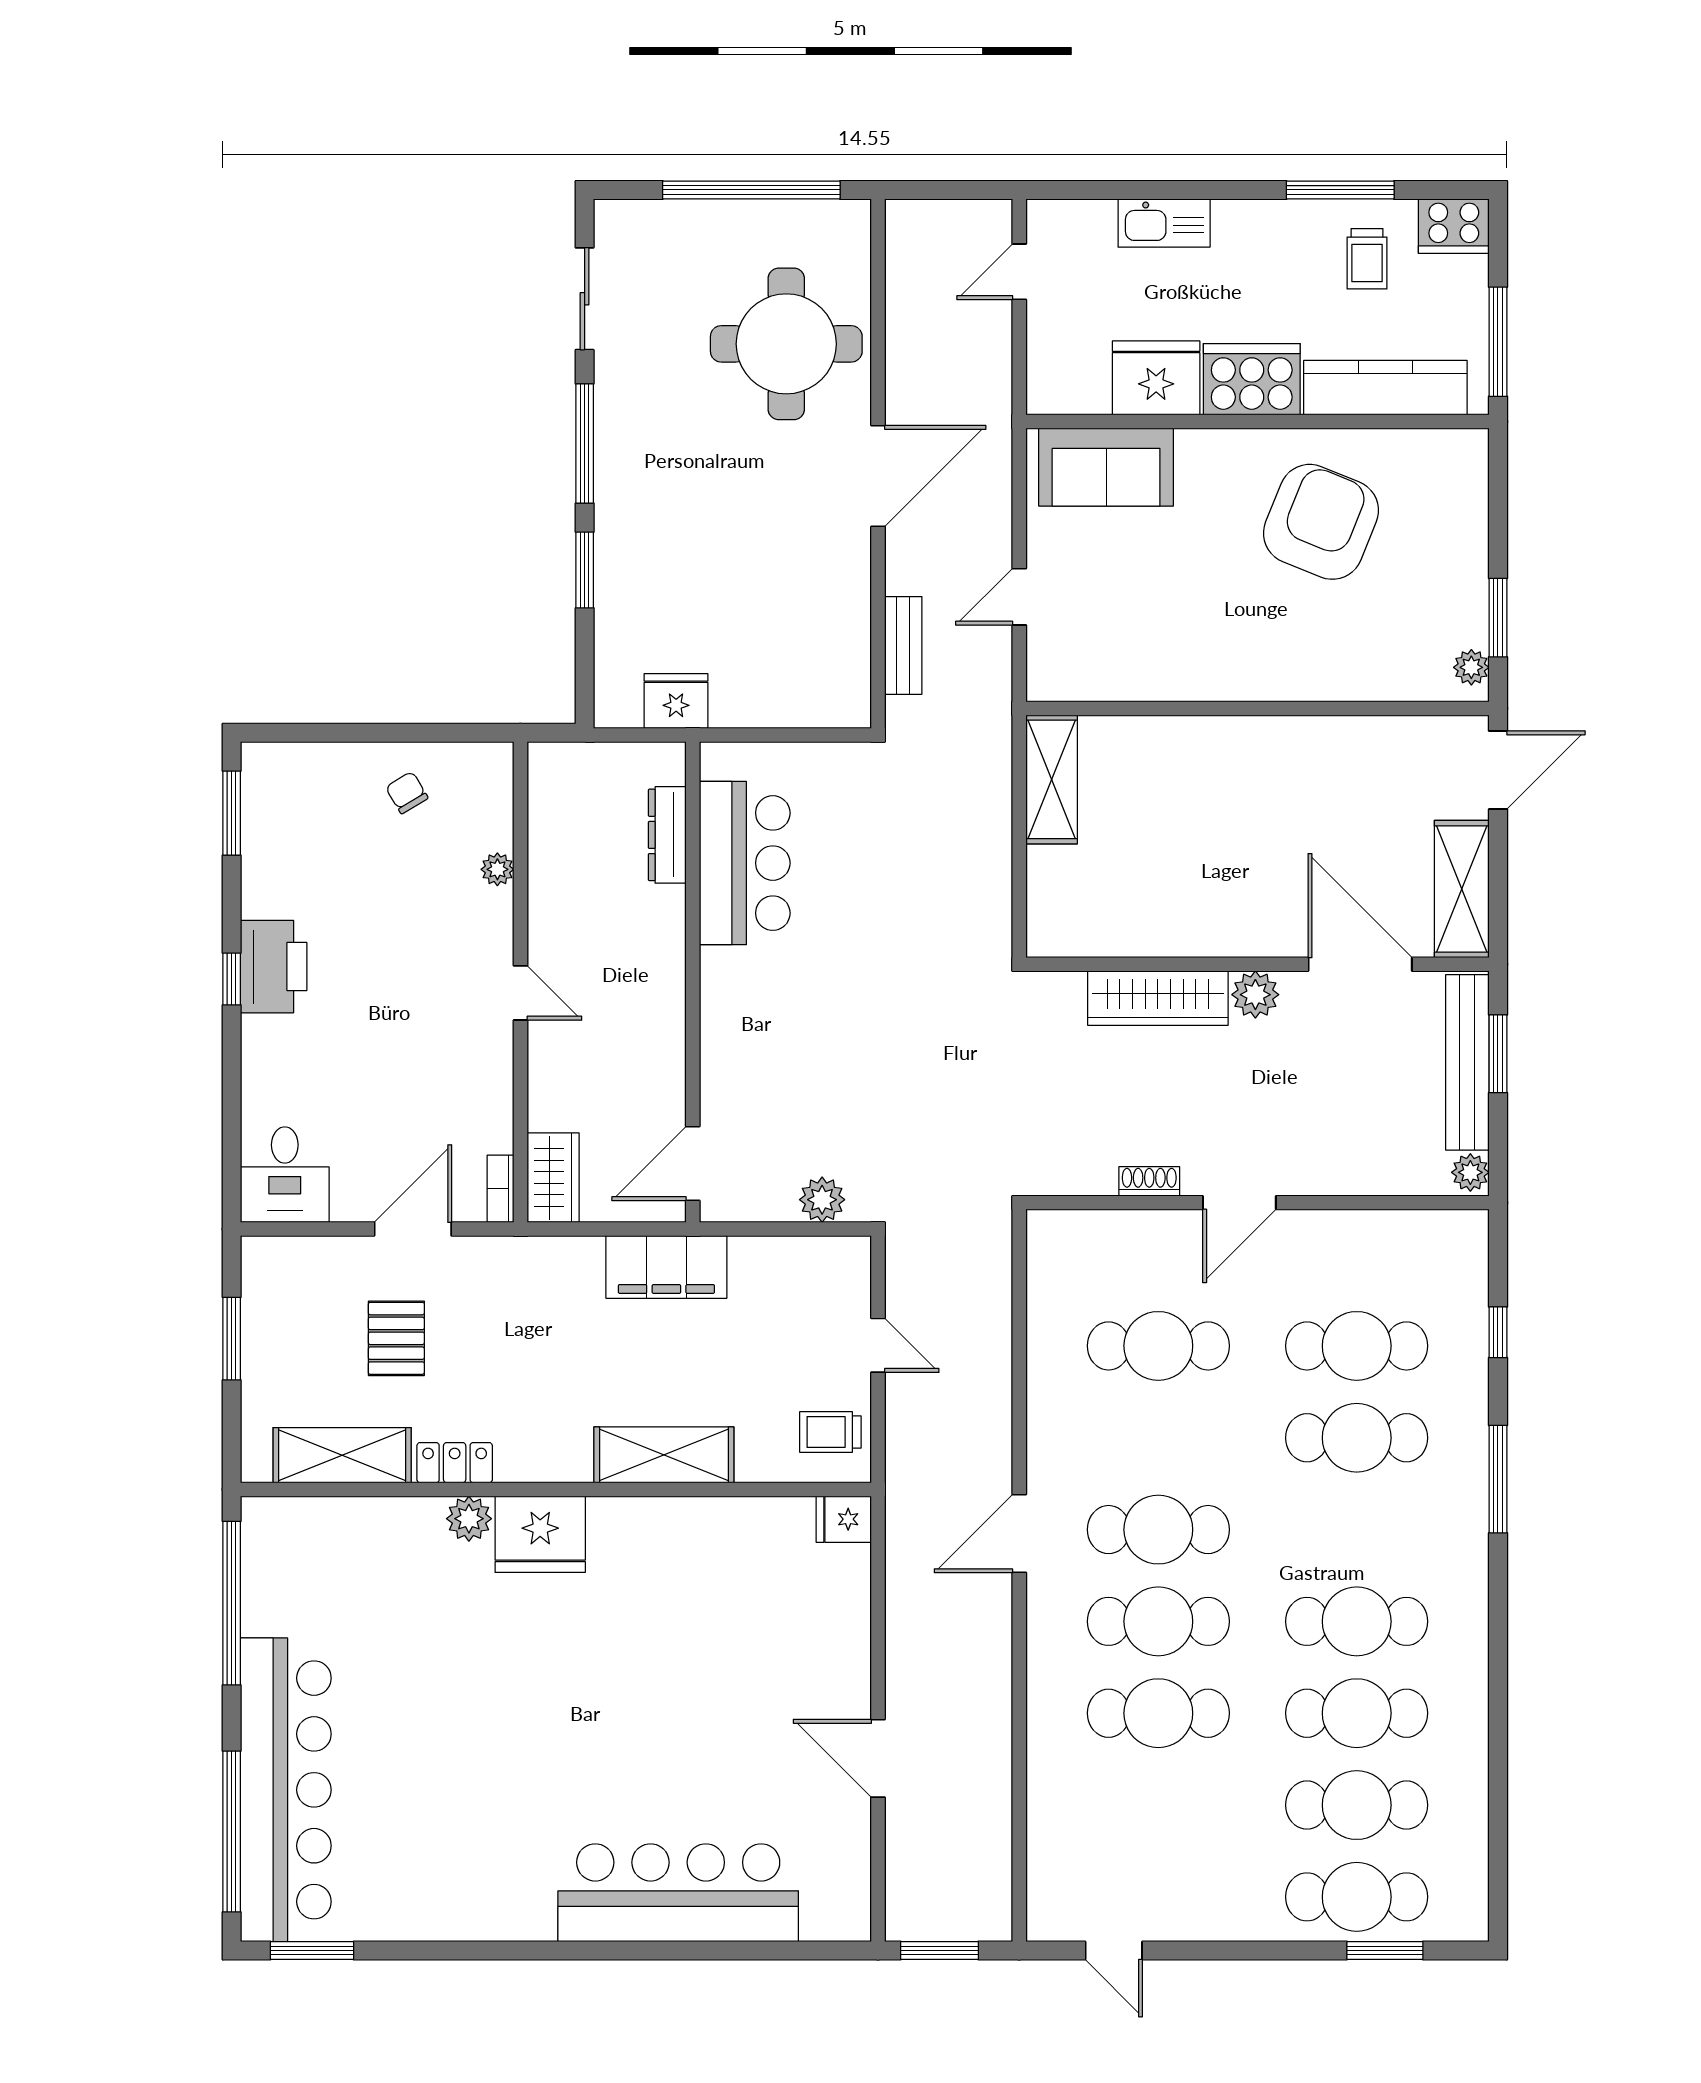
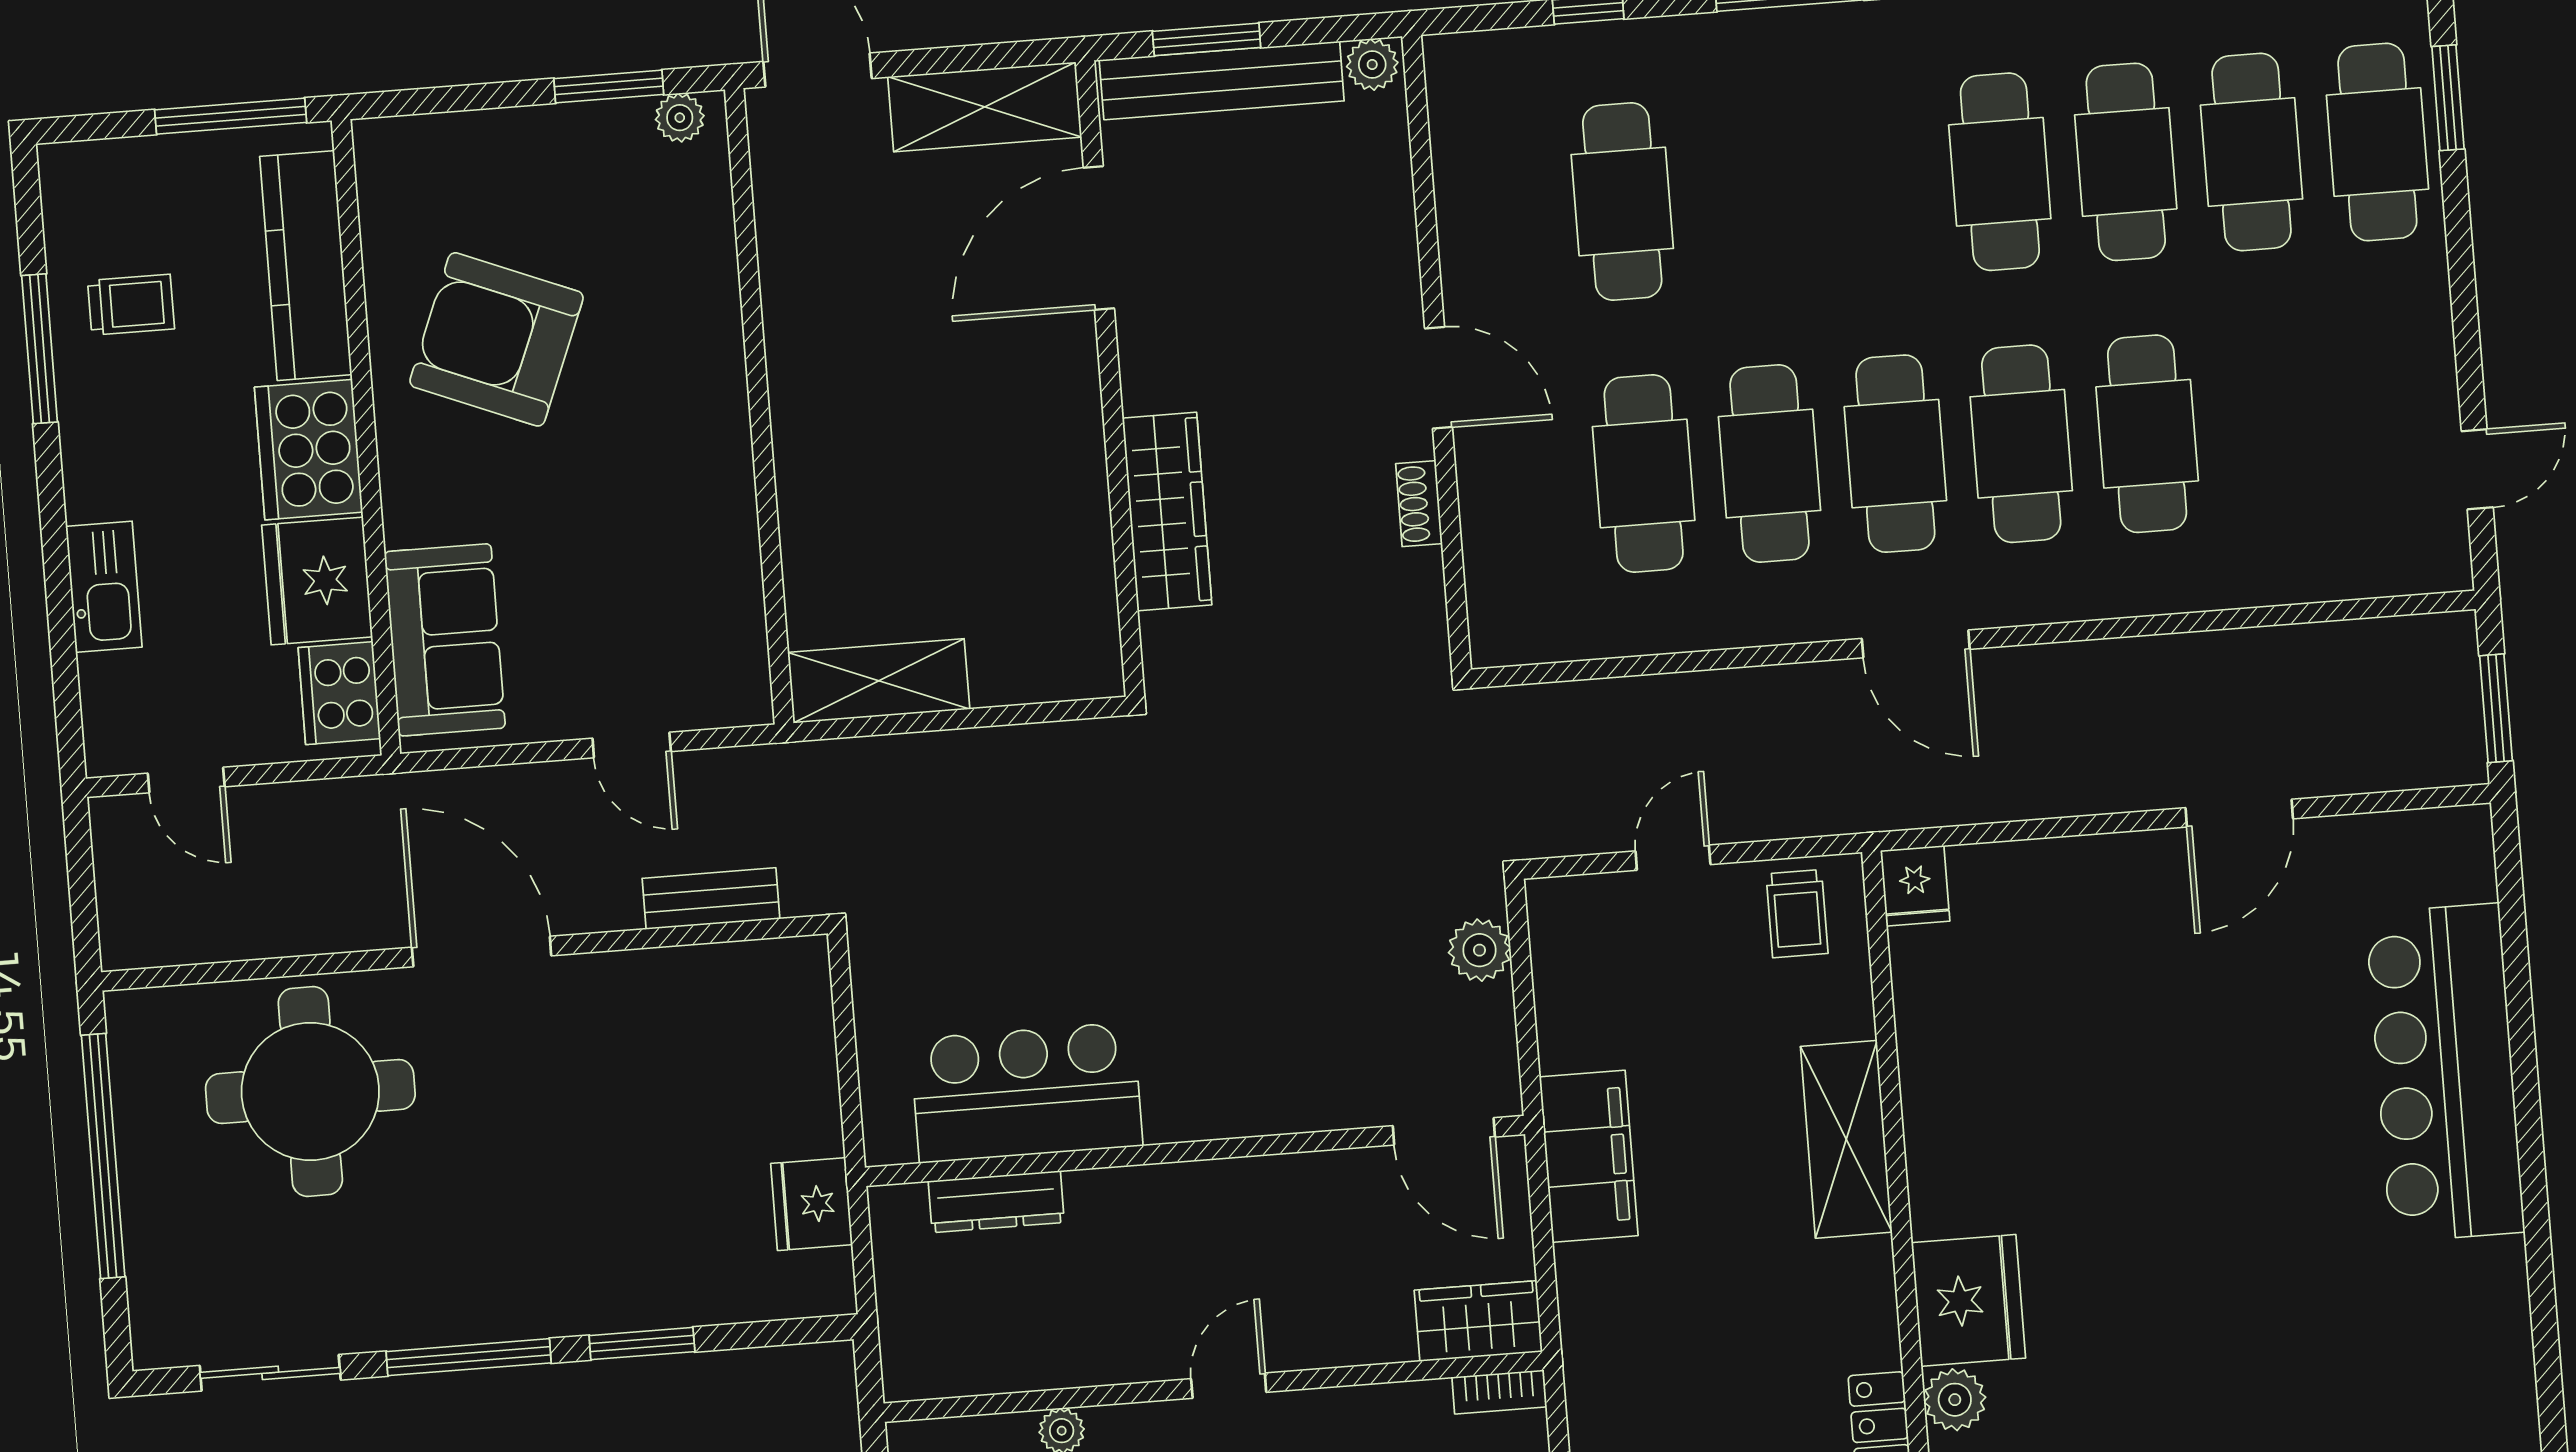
cooker: (1454, 226) -> (339, 693), moved, turned 180
plant: (1255, 995) -> (1152, 378), removed
cafe table: (1357, 1438) -> (1770, 464), moved

